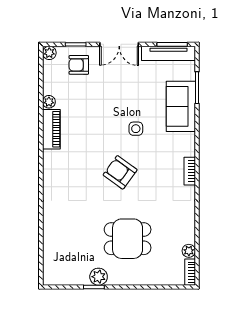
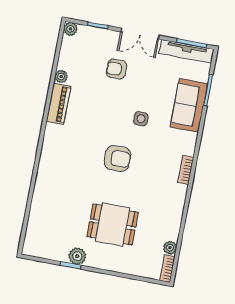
armchair: (79, 65) -> (116, 69), moved
armchair: (120, 172) -> (118, 158), turned 144

